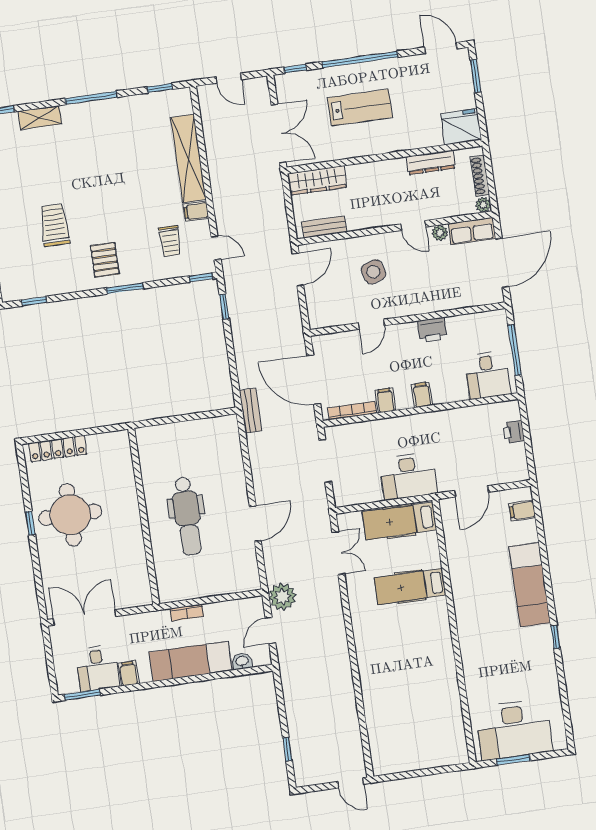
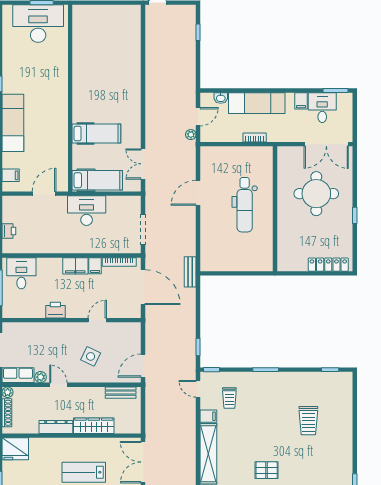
dresser: (431, 162) -> (56, 427), moved
wardrobe: (317, 180) -> (94, 426), moved
trolley: (170, 241) -> (229, 398), turned 180
pallet: (105, 260) -> (267, 470), moved, turned 90
side table: (374, 272) -> (91, 356), turned 45
filing cabinet: (422, 395) -> (75, 266), width x2.00
round table: (70, 515) -> (316, 194), moved
dental chair: (187, 516) -> (245, 205), turned 180
plant: (282, 597) -> (191, 135), width x0.53, depth x0.53

